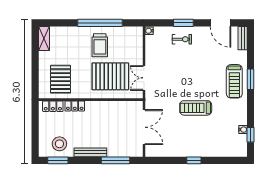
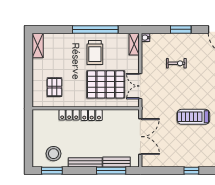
shelving: (138, 37) -> (134, 44), added
exercise bike: (182, 39) -> (176, 63), moved
pallet: (60, 79) -> (55, 87), width x0.67, depth x0.71
locker: (53, 106) -> (92, 115), moved
bench: (121, 152) -> (117, 162), added

